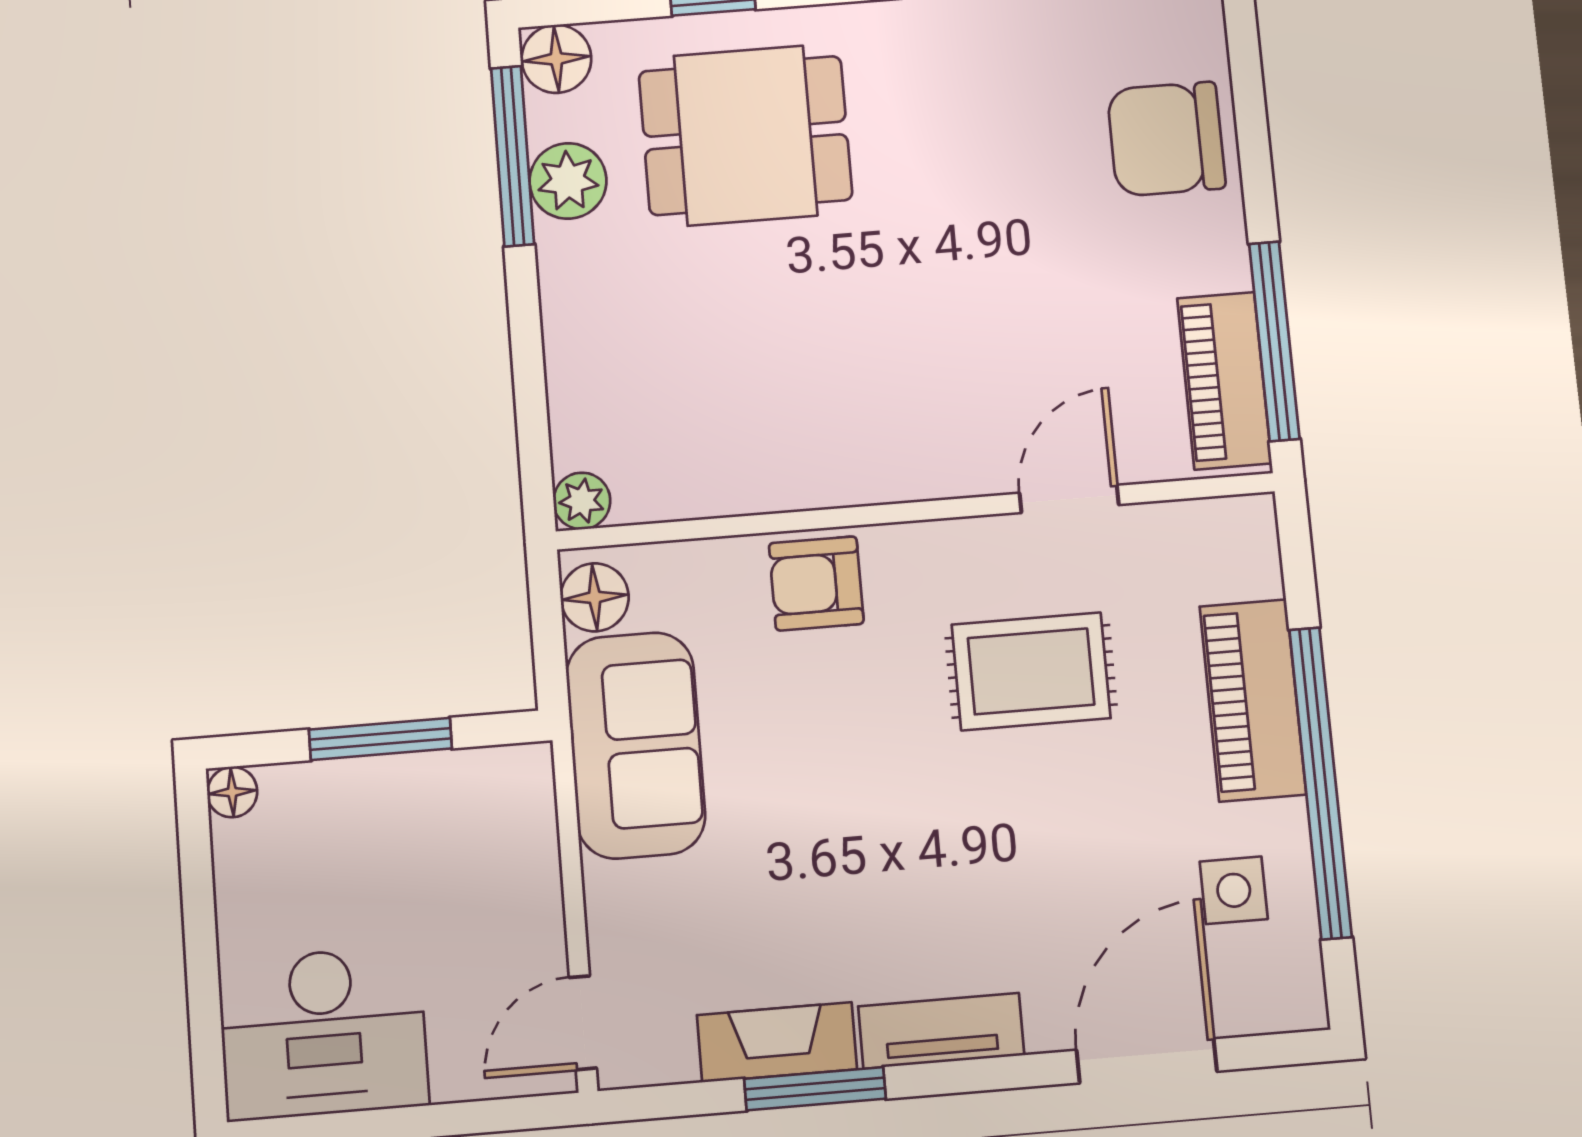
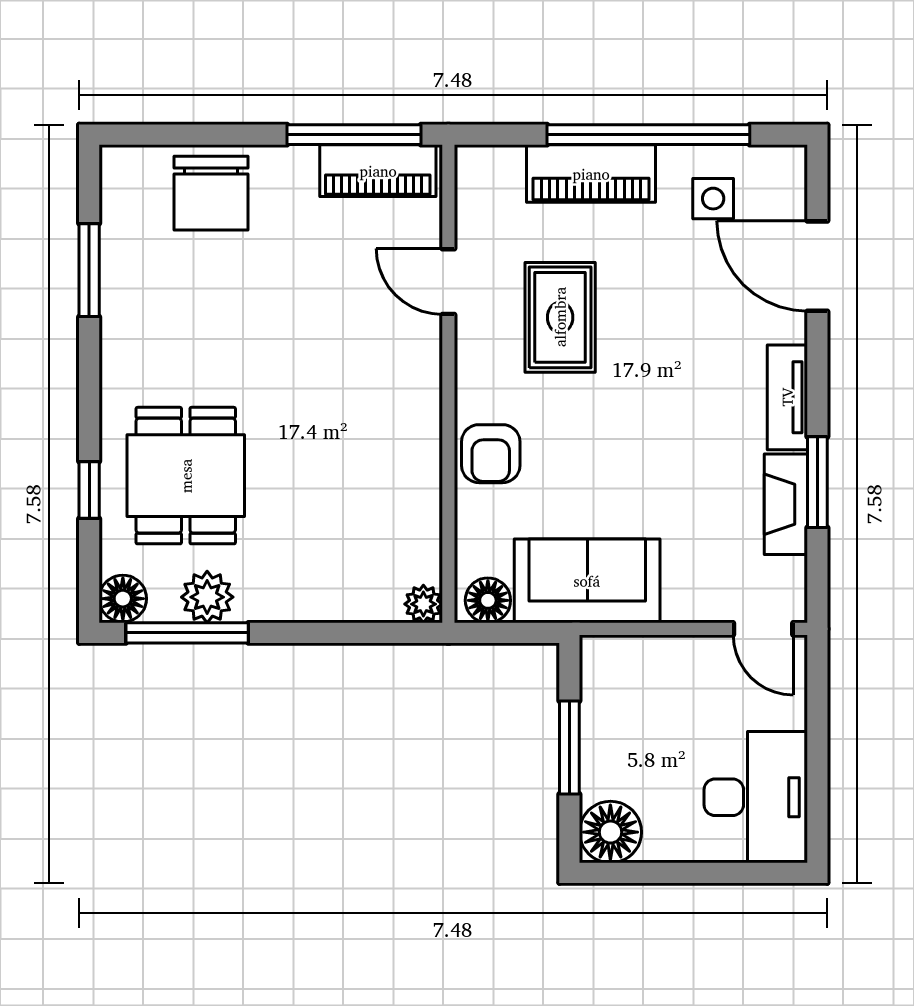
floor lamp: (232, 792) -> (610, 832), width x1.89, depth x1.89

